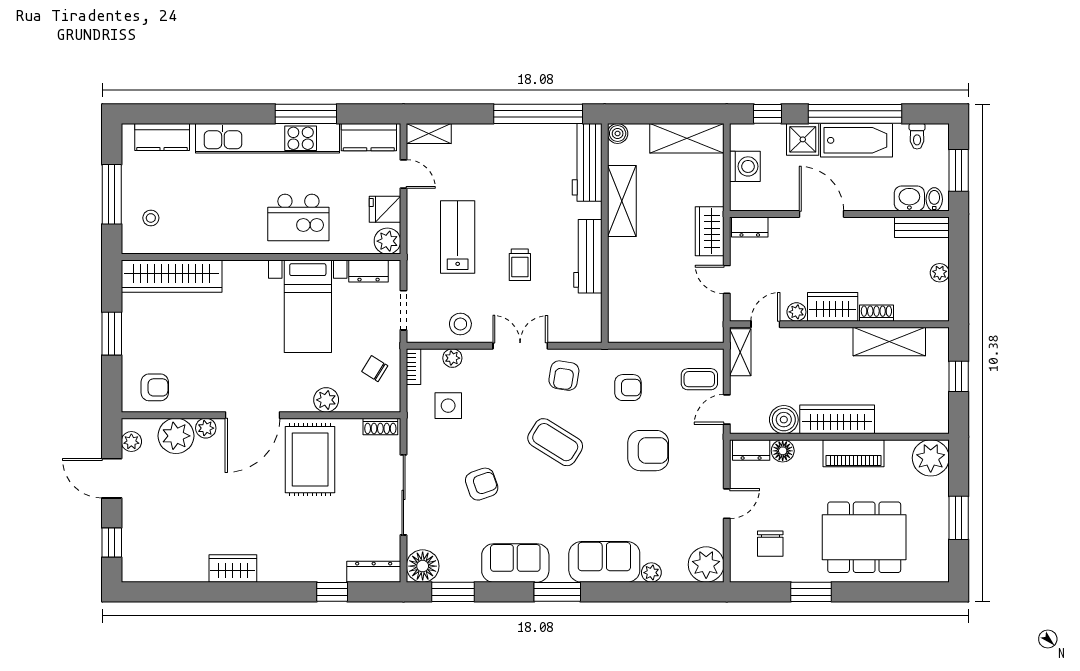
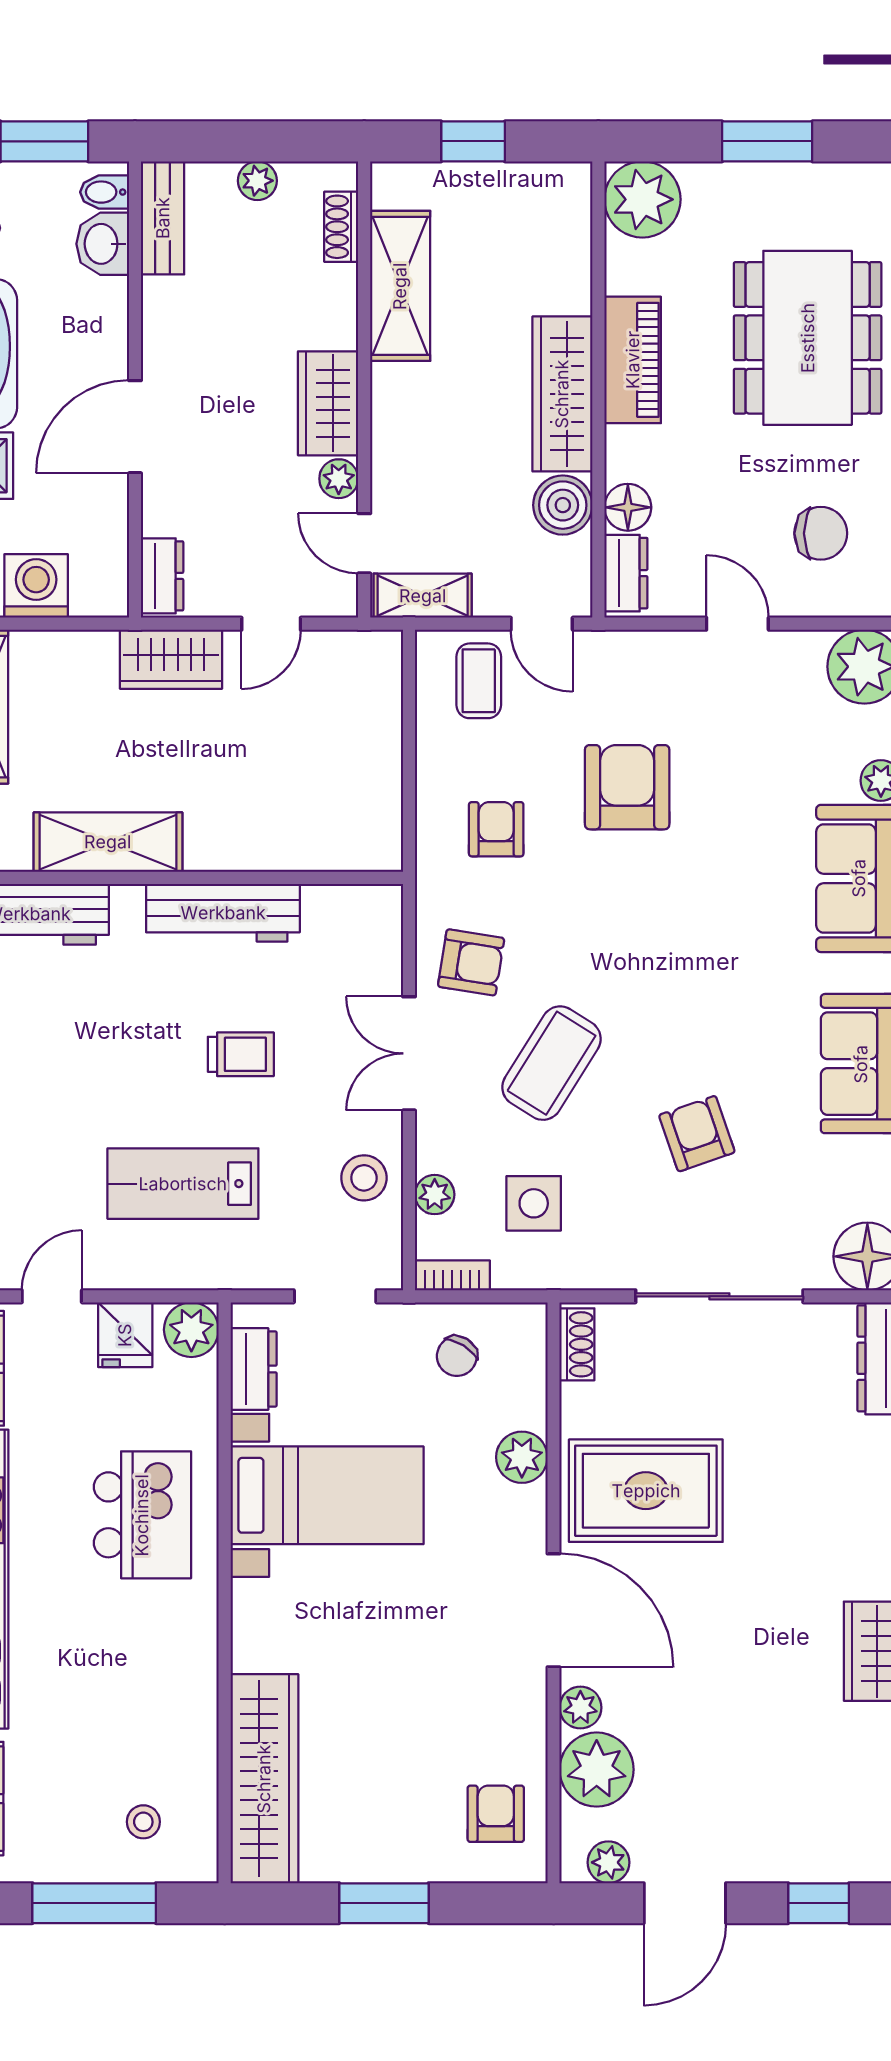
shoe rack: (876, 313) -> (341, 227), moved
coffee table: (555, 442) -> (551, 1063), moved

